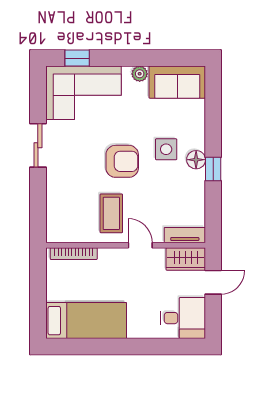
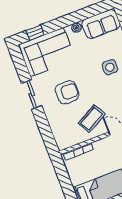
armchair: (122, 161) -> (67, 92), moved
coffee table: (111, 213) -> (92, 119), turned 61

